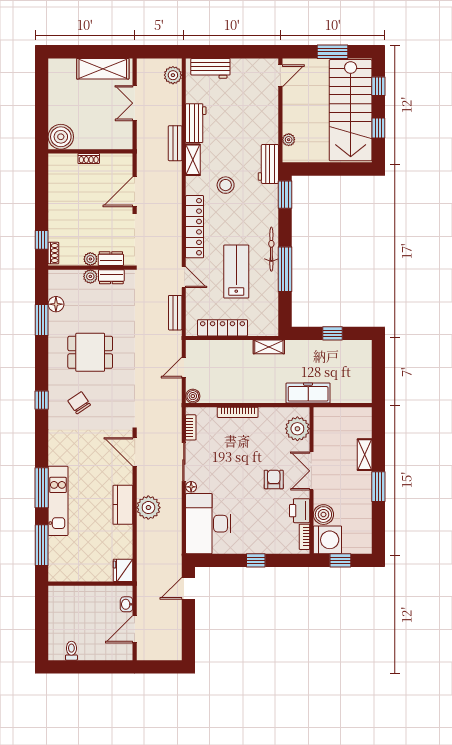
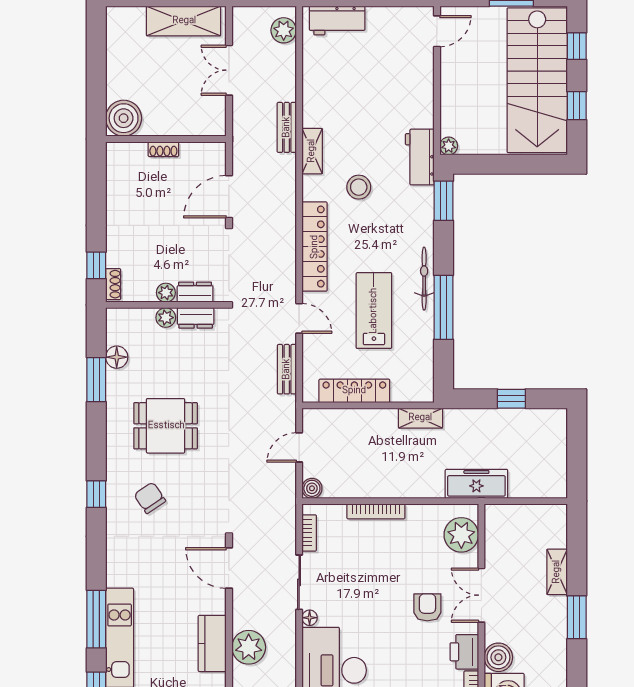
workbench: (196, 123) -> (316, 99), removed
plant: (289, 140) -> (449, 146), moved

